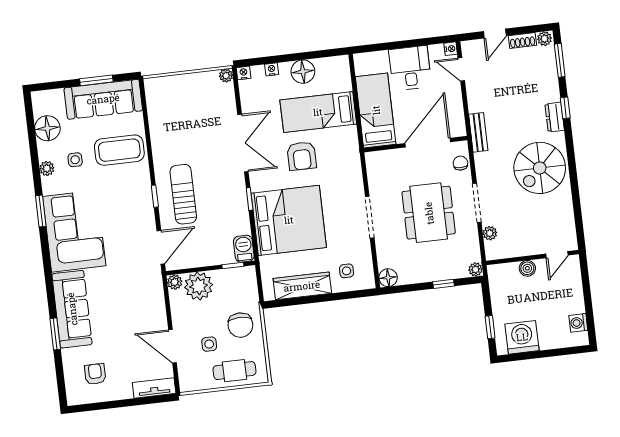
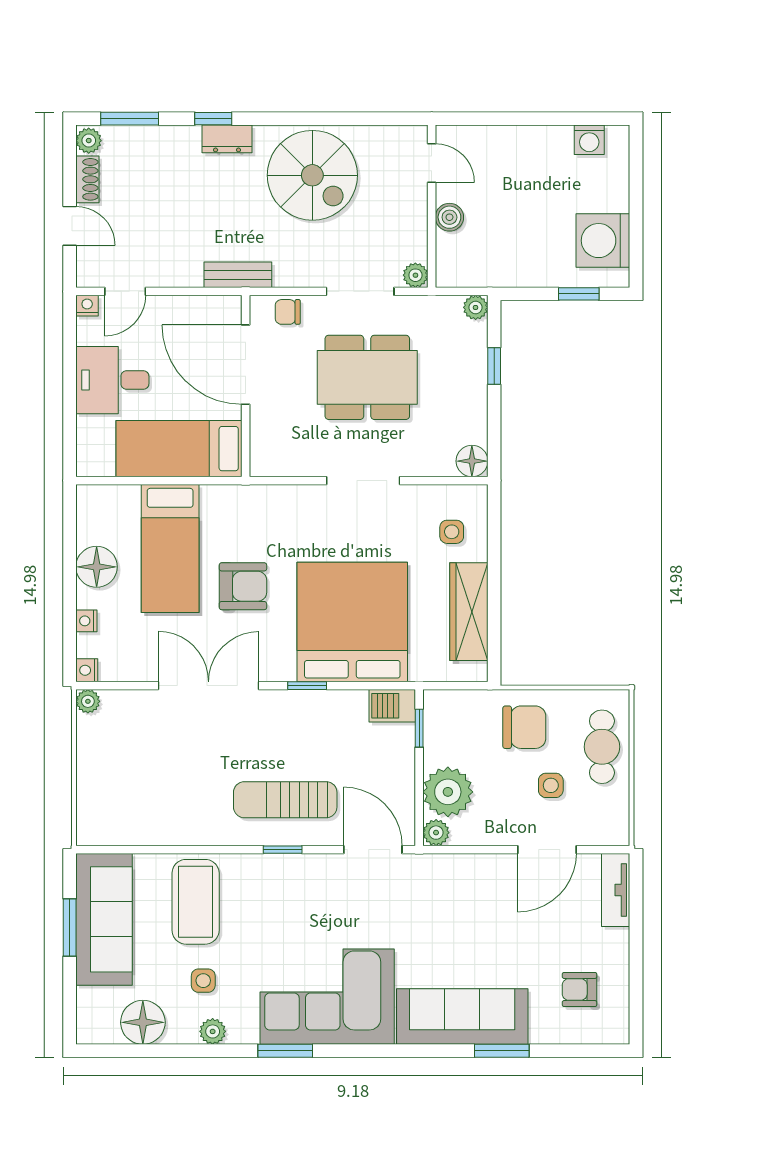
door: (557, 255) -> (432, 163), moved
wall: (532, 257) -> (432, 206), moved
boiler: (527, 268) -> (449, 217), moved

